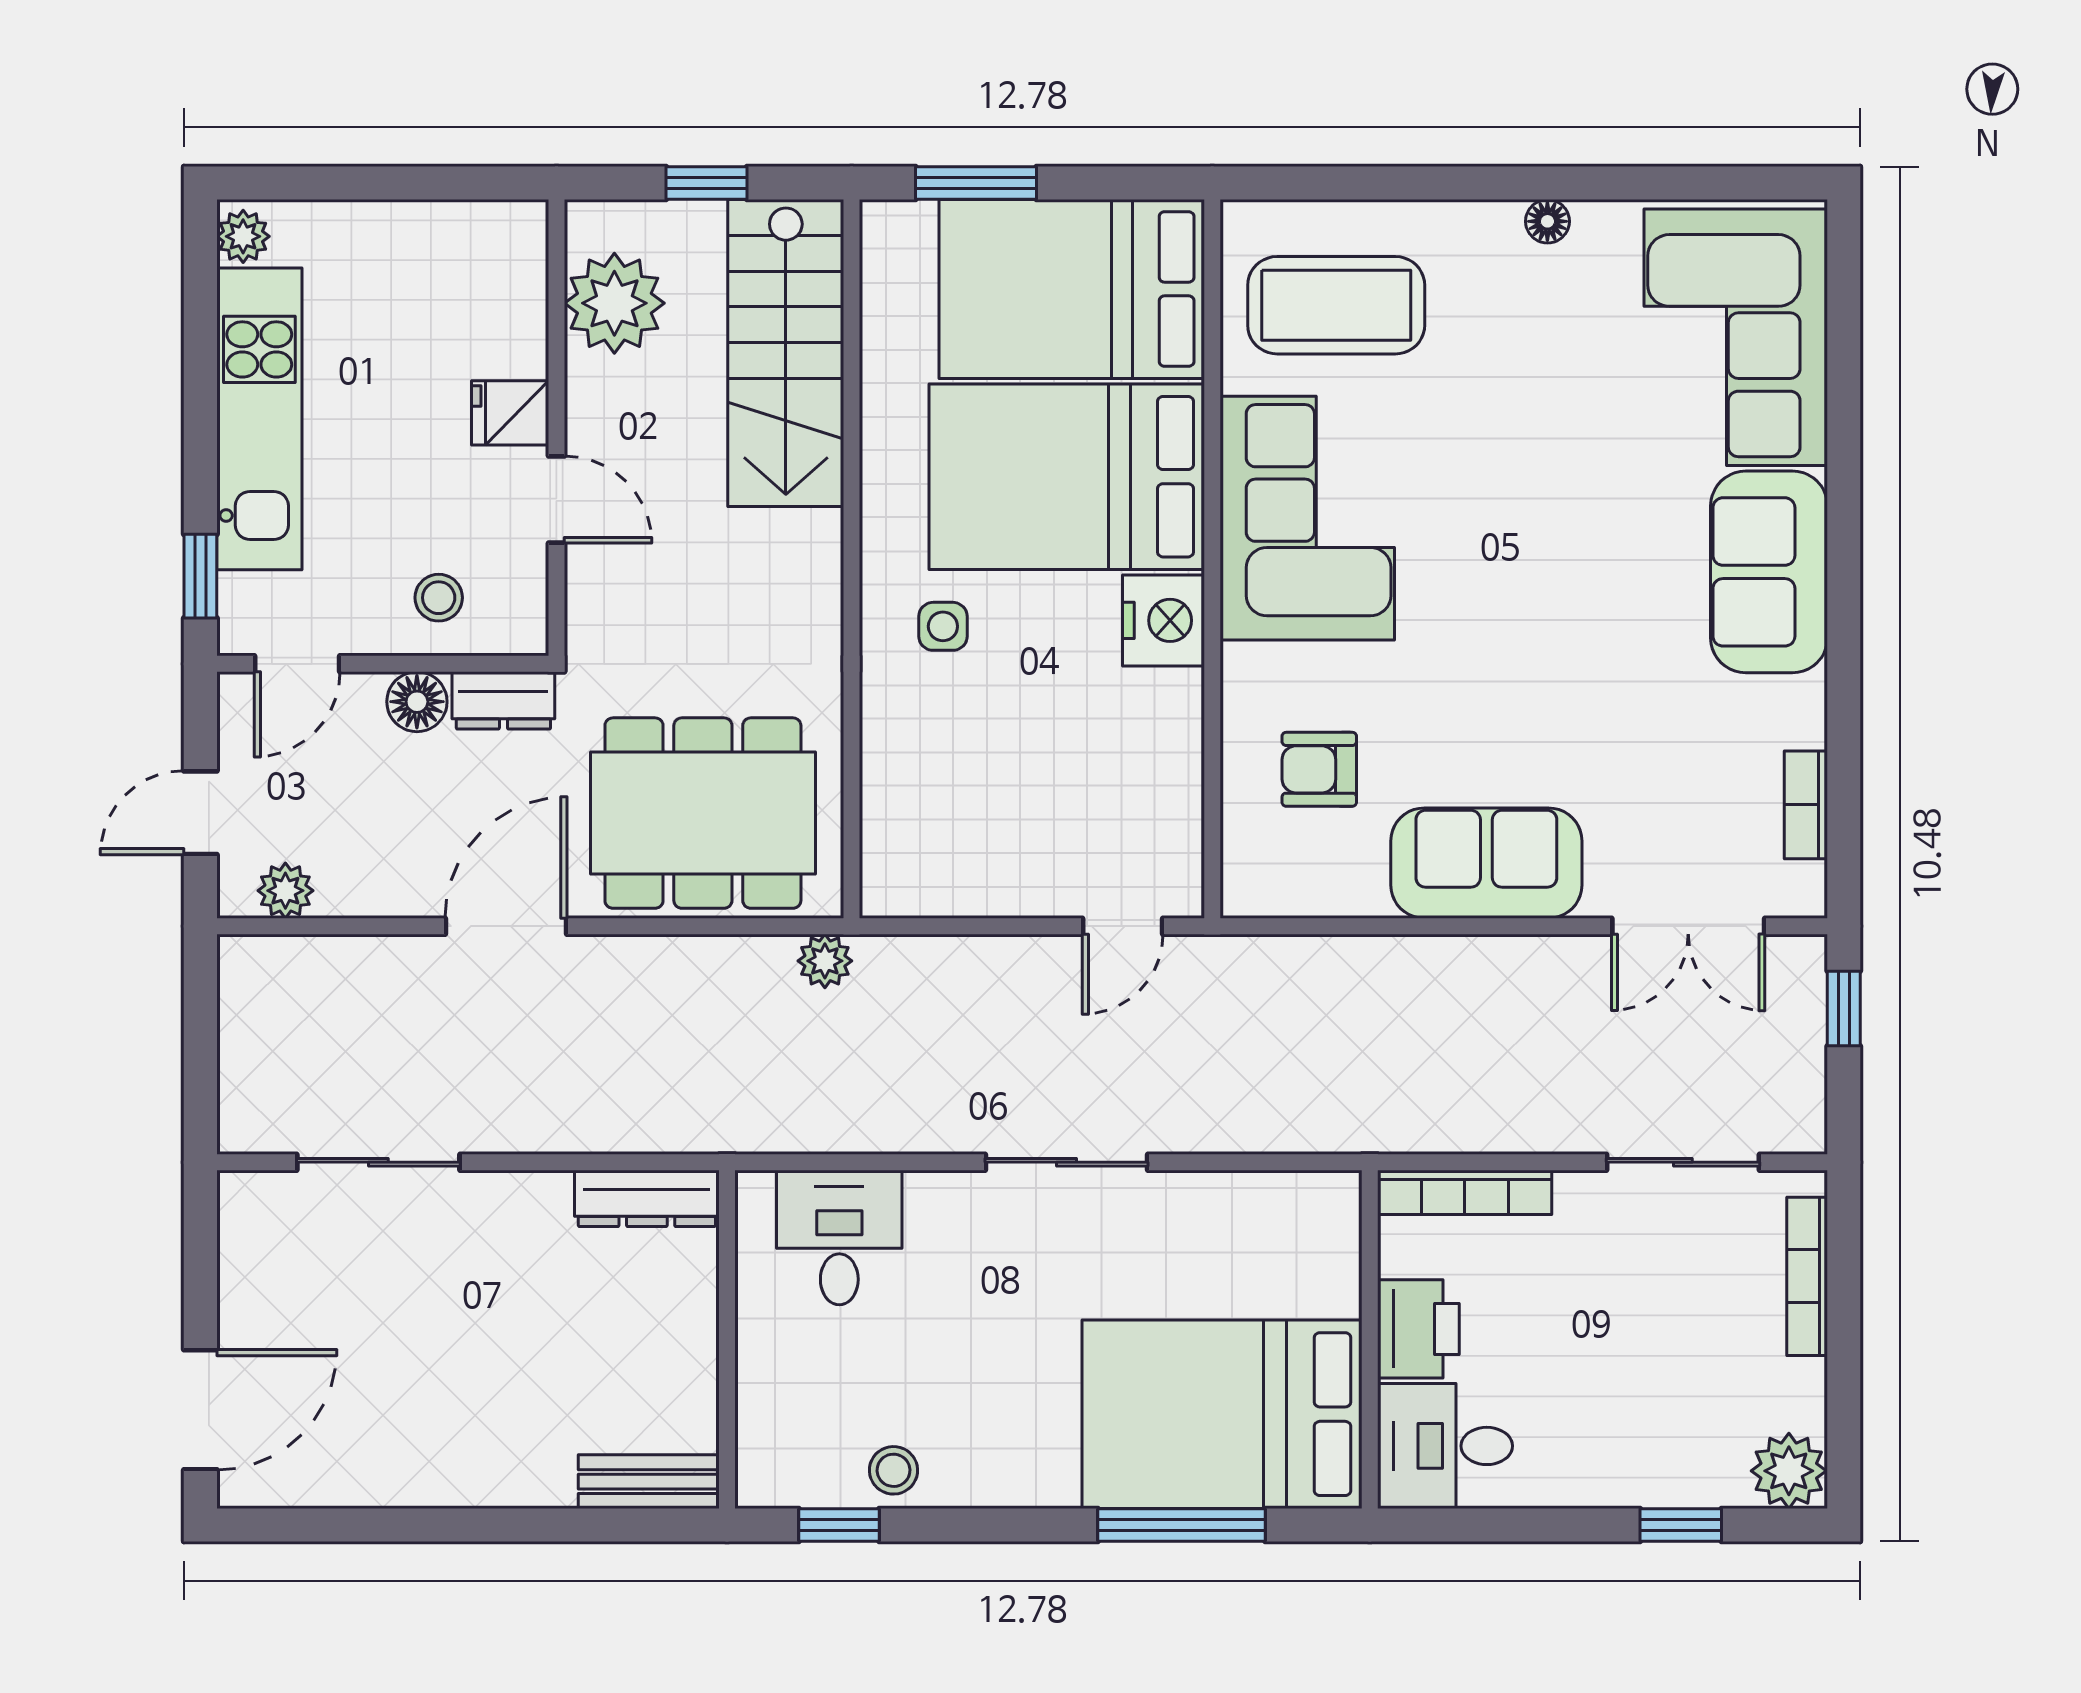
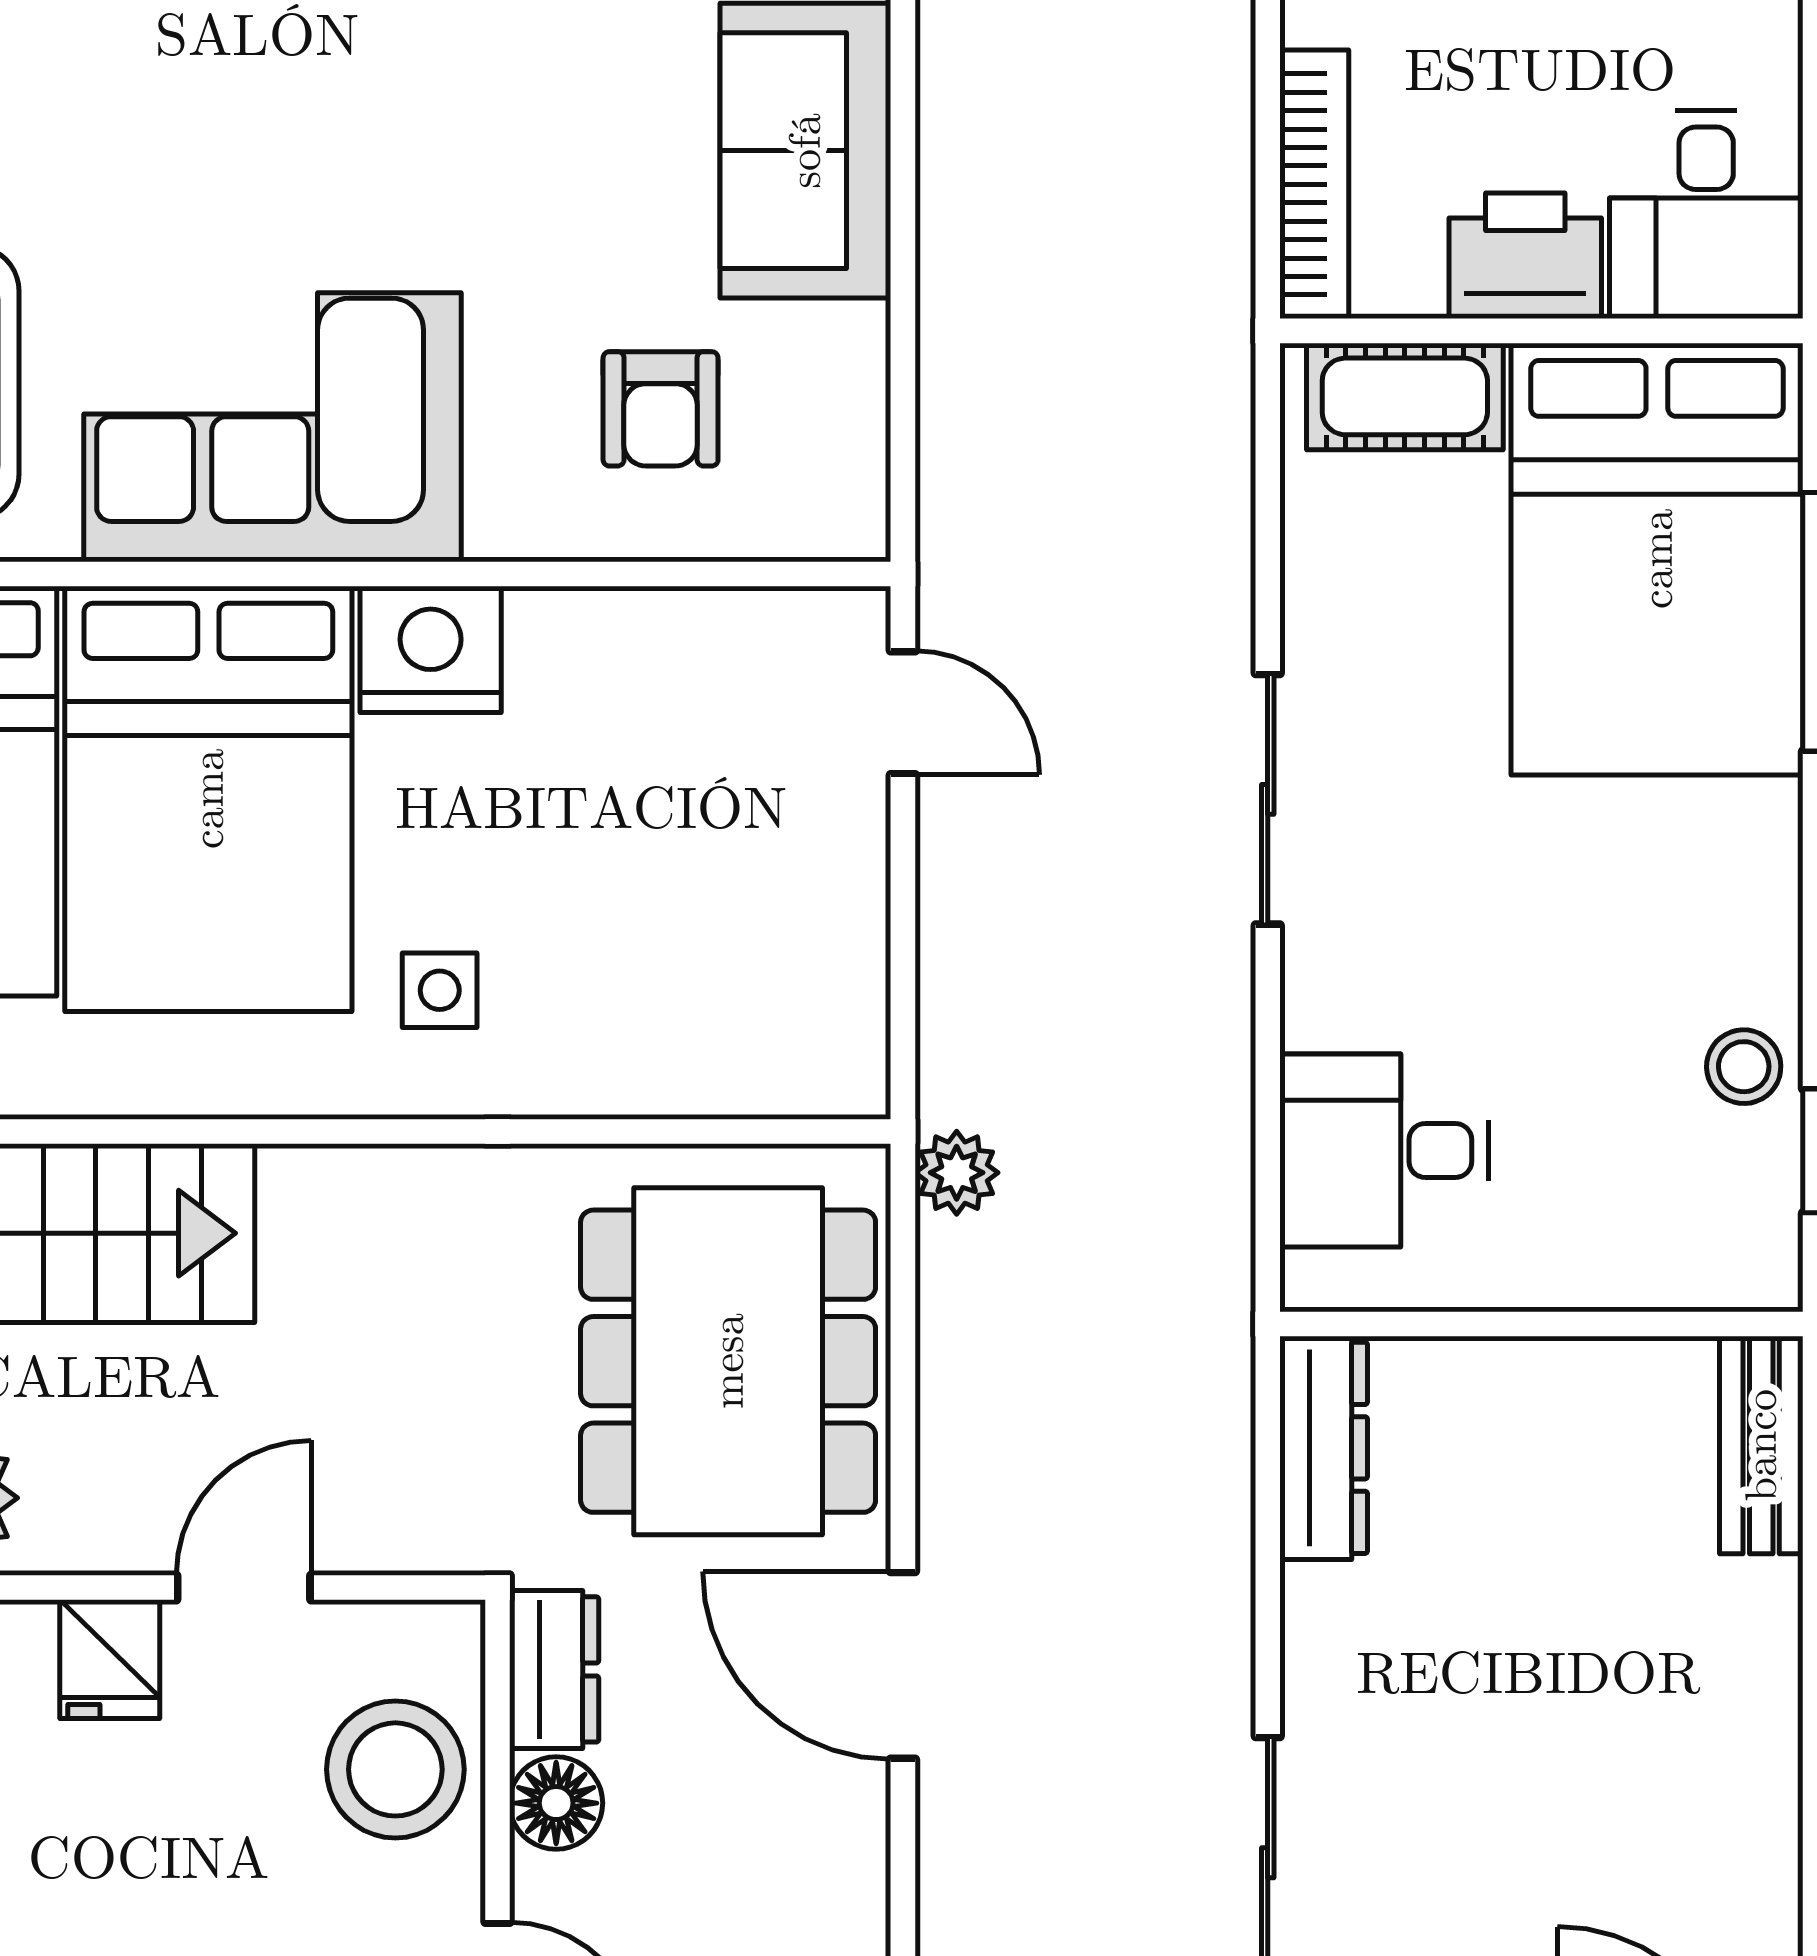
stool: (439, 598) -> (395, 1769), width x1.89, depth x1.89
cot: (1327, 1251) -> (1405, 396), added

